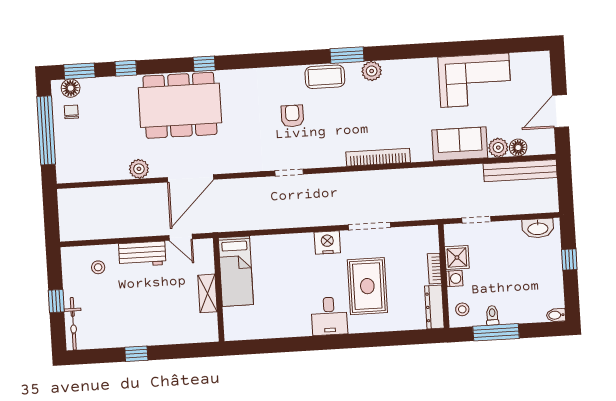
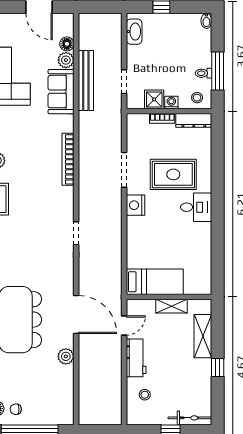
armchair: (292, 116) -> (30, 228), removed
bench: (520, 171) -> (86, 81), moved
shelving: (173, 334) -> (203, 336), added

